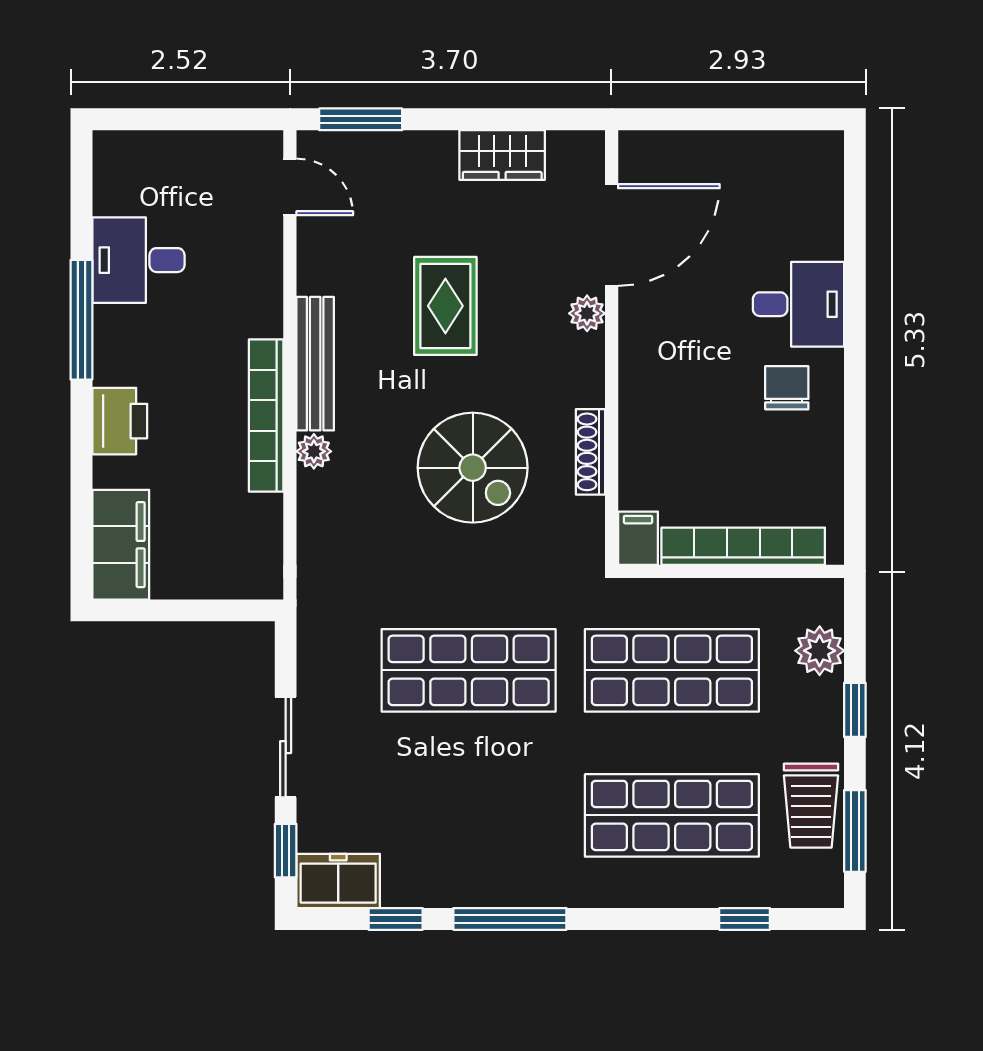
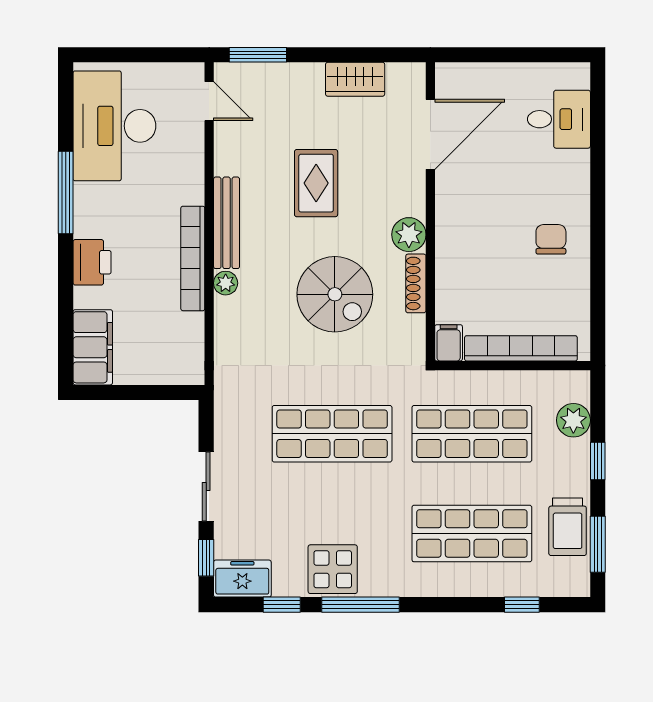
desk: (138, 260) -> (114, 126), width x1.87, depth x1.30
desk: (798, 304) -> (559, 119), moved
plant: (587, 313) -> (409, 235), moved, width x1.38, depth x1.38
display table: (470, 867) -> (333, 569), added

